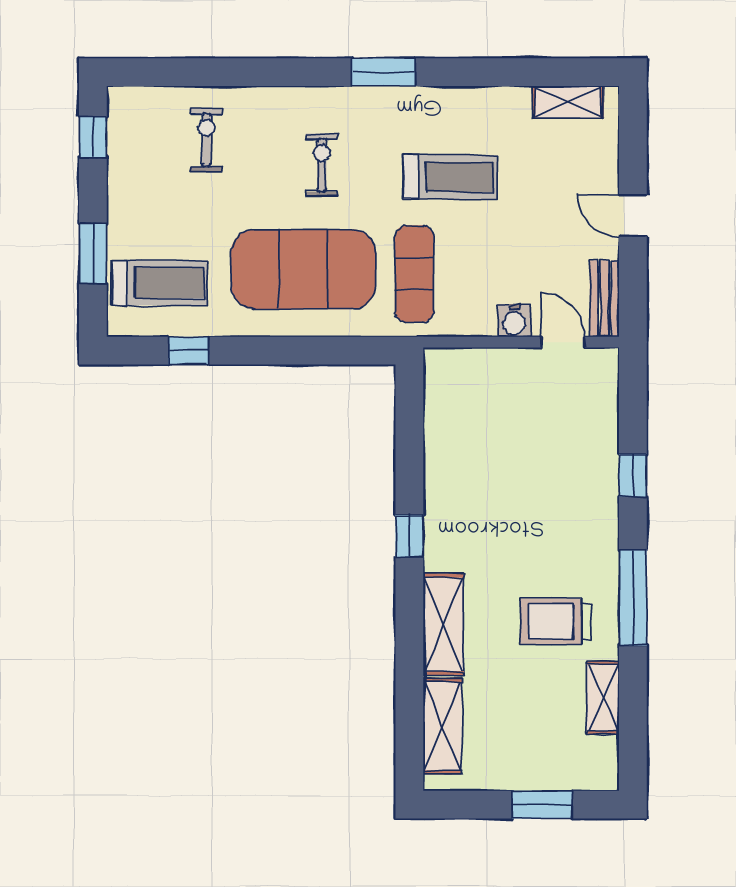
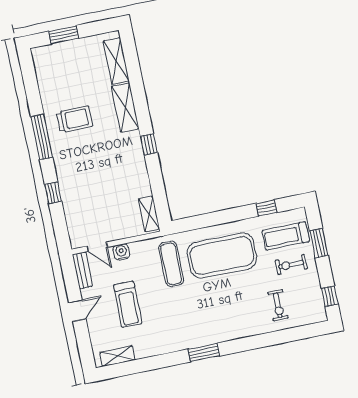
exercise bike: (322, 165) -> (291, 265), moved, turned 90
treadmill: (451, 177) -> (128, 304), moved, turned -90
door: (633, 216) -> (77, 311), hinge flipped
shelving: (603, 698) -> (149, 214), moved

